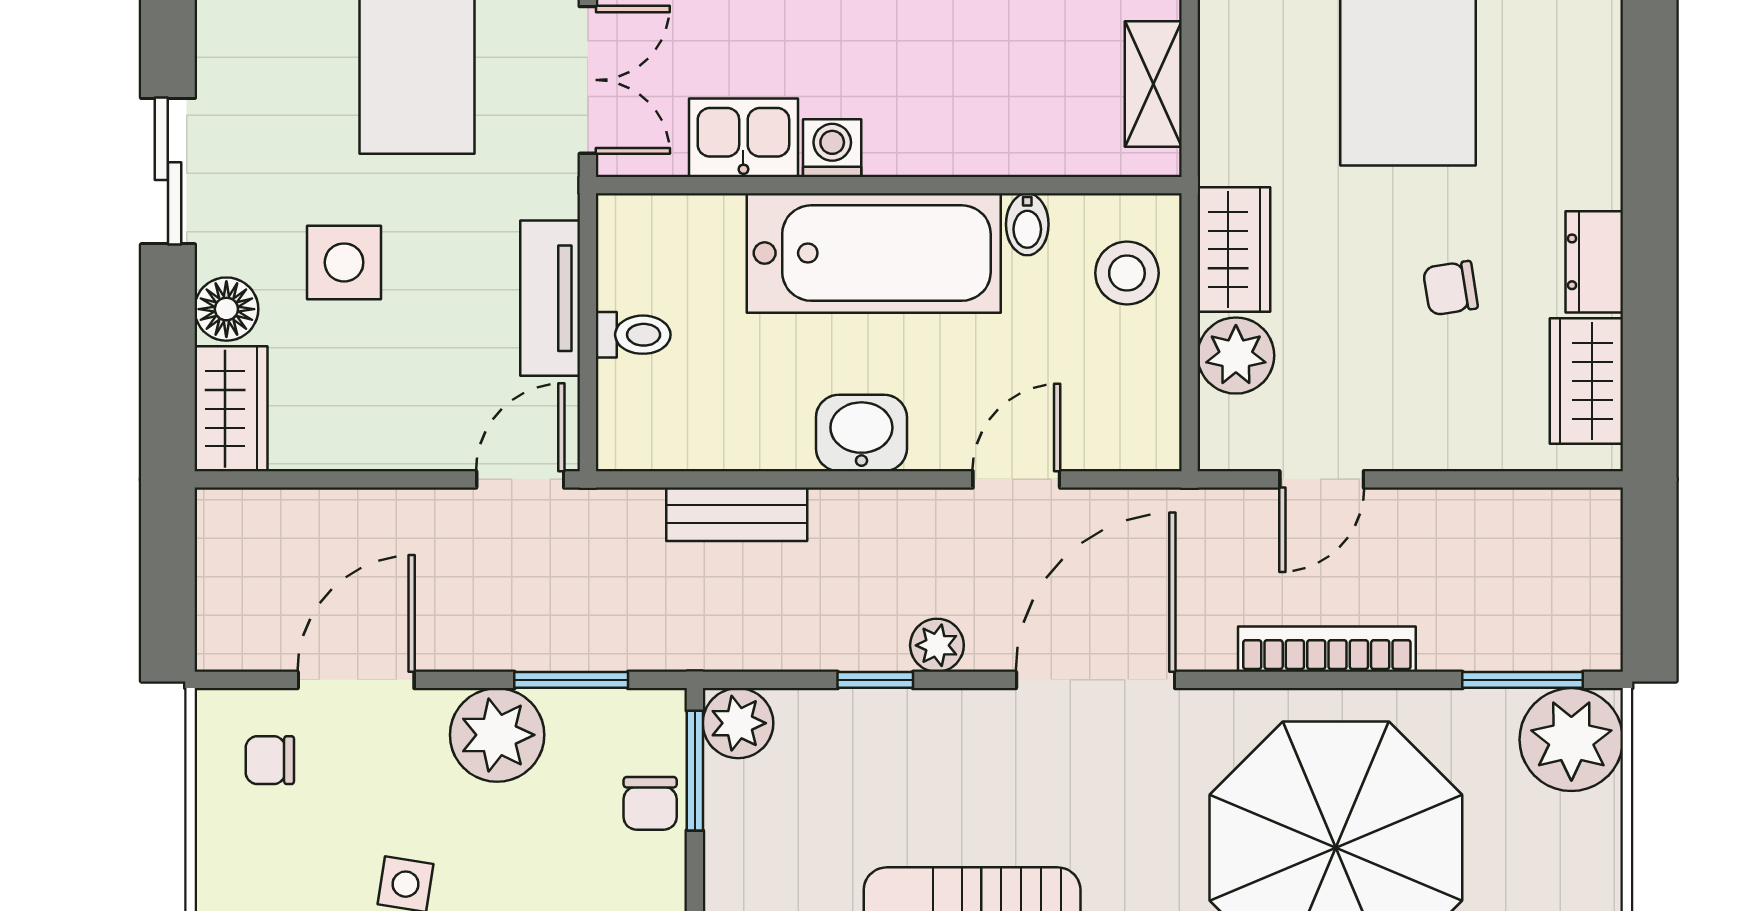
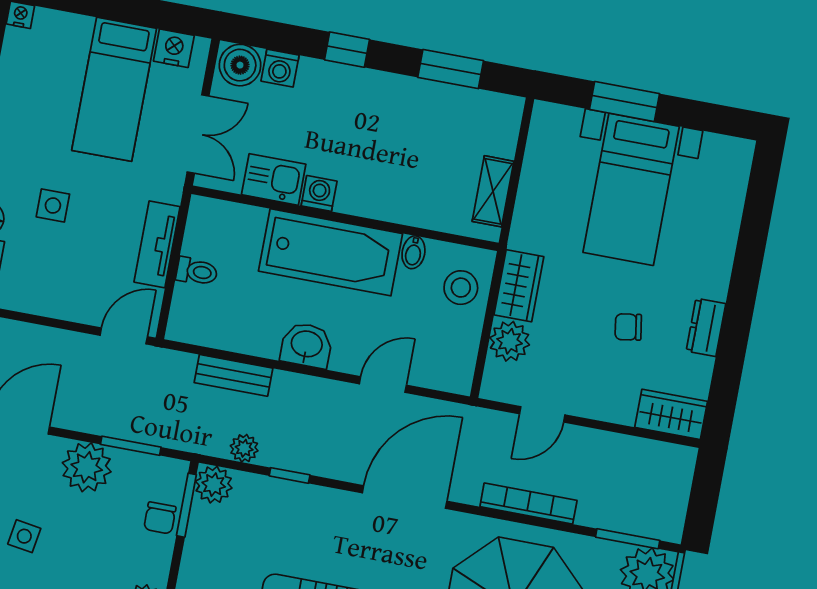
side table: (344, 262) -> (53, 205), width x0.73, depth x0.73
wardrobe: (1586, 381) -> (671, 414), moved, turned 90
plant: (937, 645) -> (244, 448), moved

